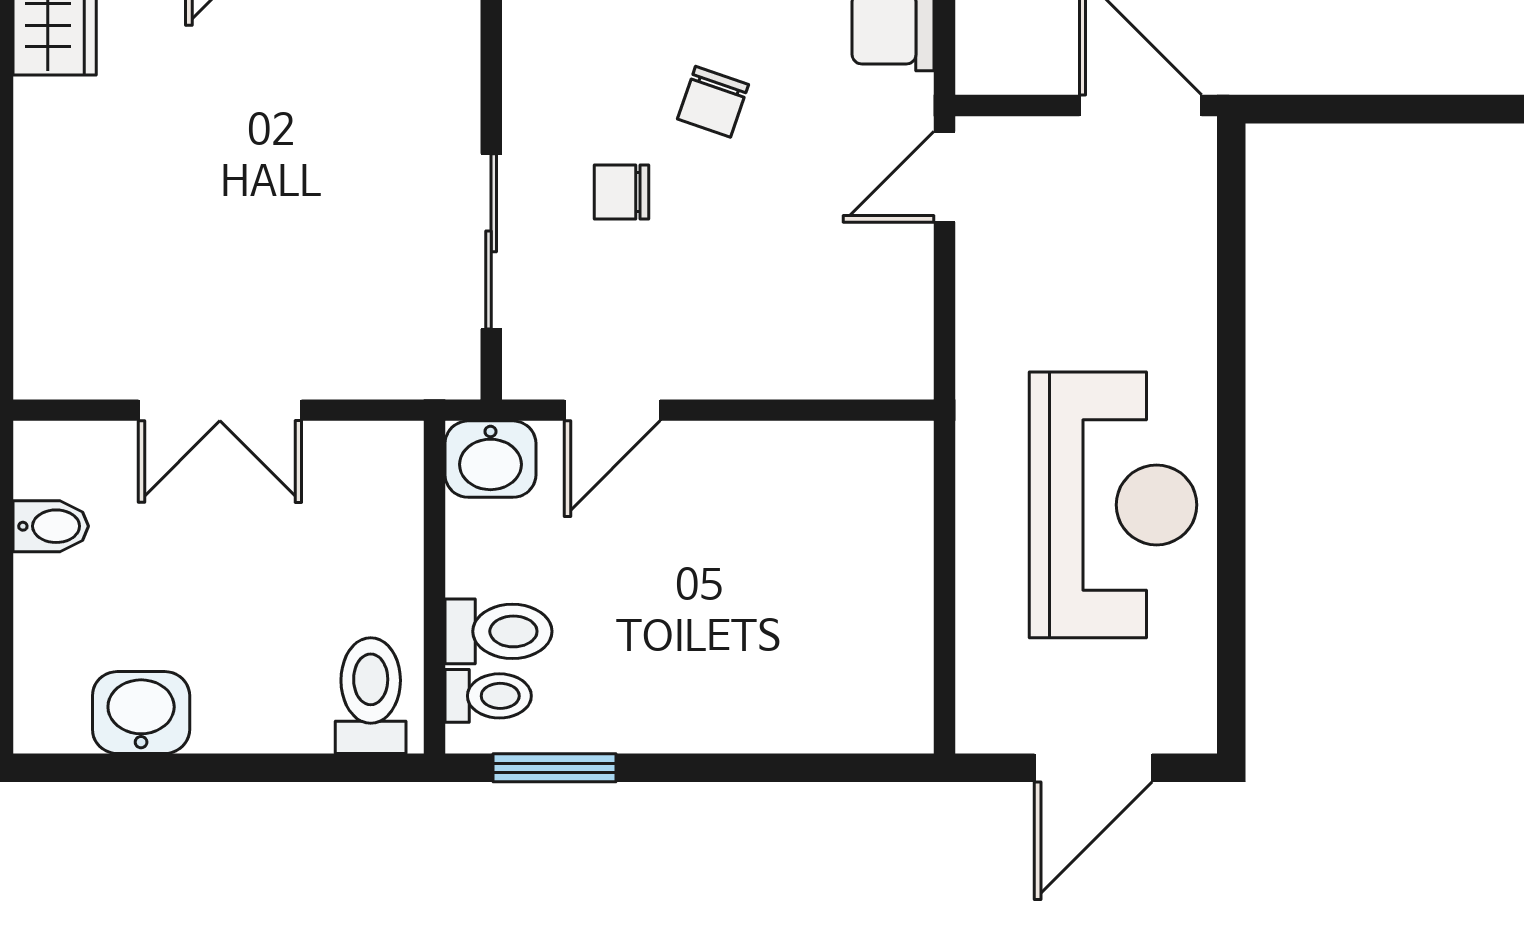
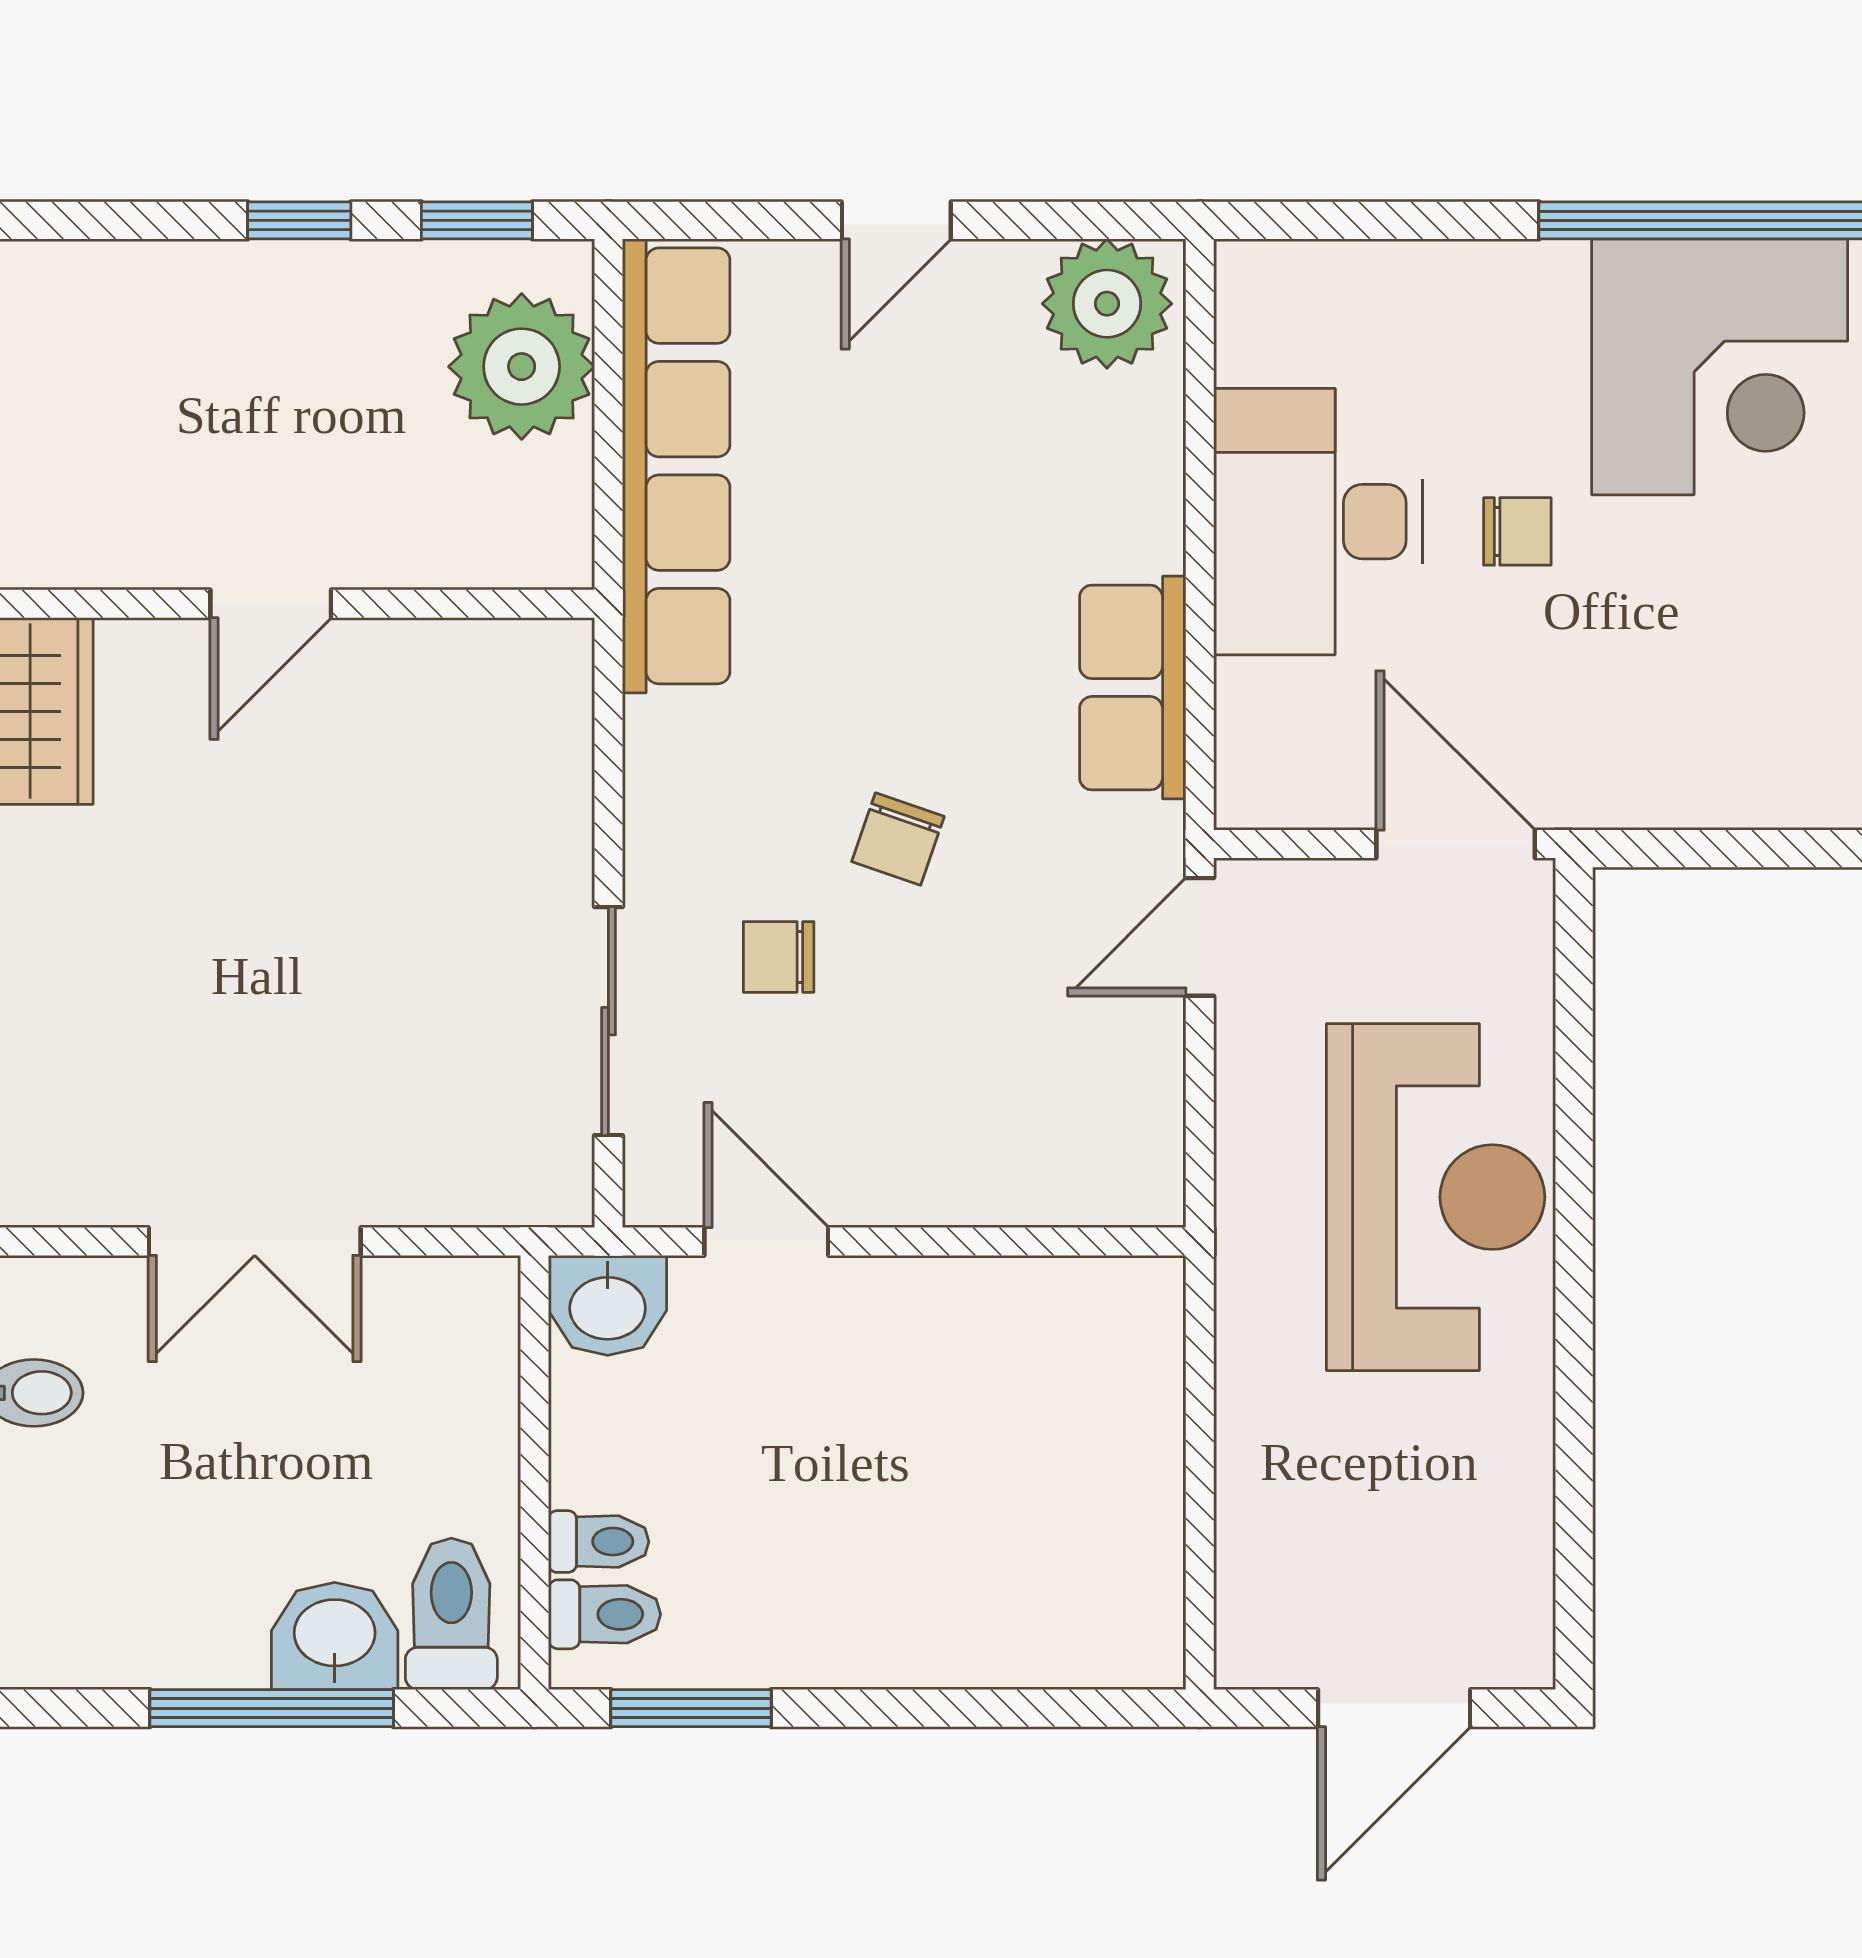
door: (612, 410) -> (766, 1241), swing flipped
reception desk: (1113, 505) -> (1436, 1197), moved
toilet: (498, 631) -> (599, 1542), width x0.73, depth x0.72
washbasin: (141, 713) -> (335, 1636), moved
window: (233, 768) -> (272, 1708), added

